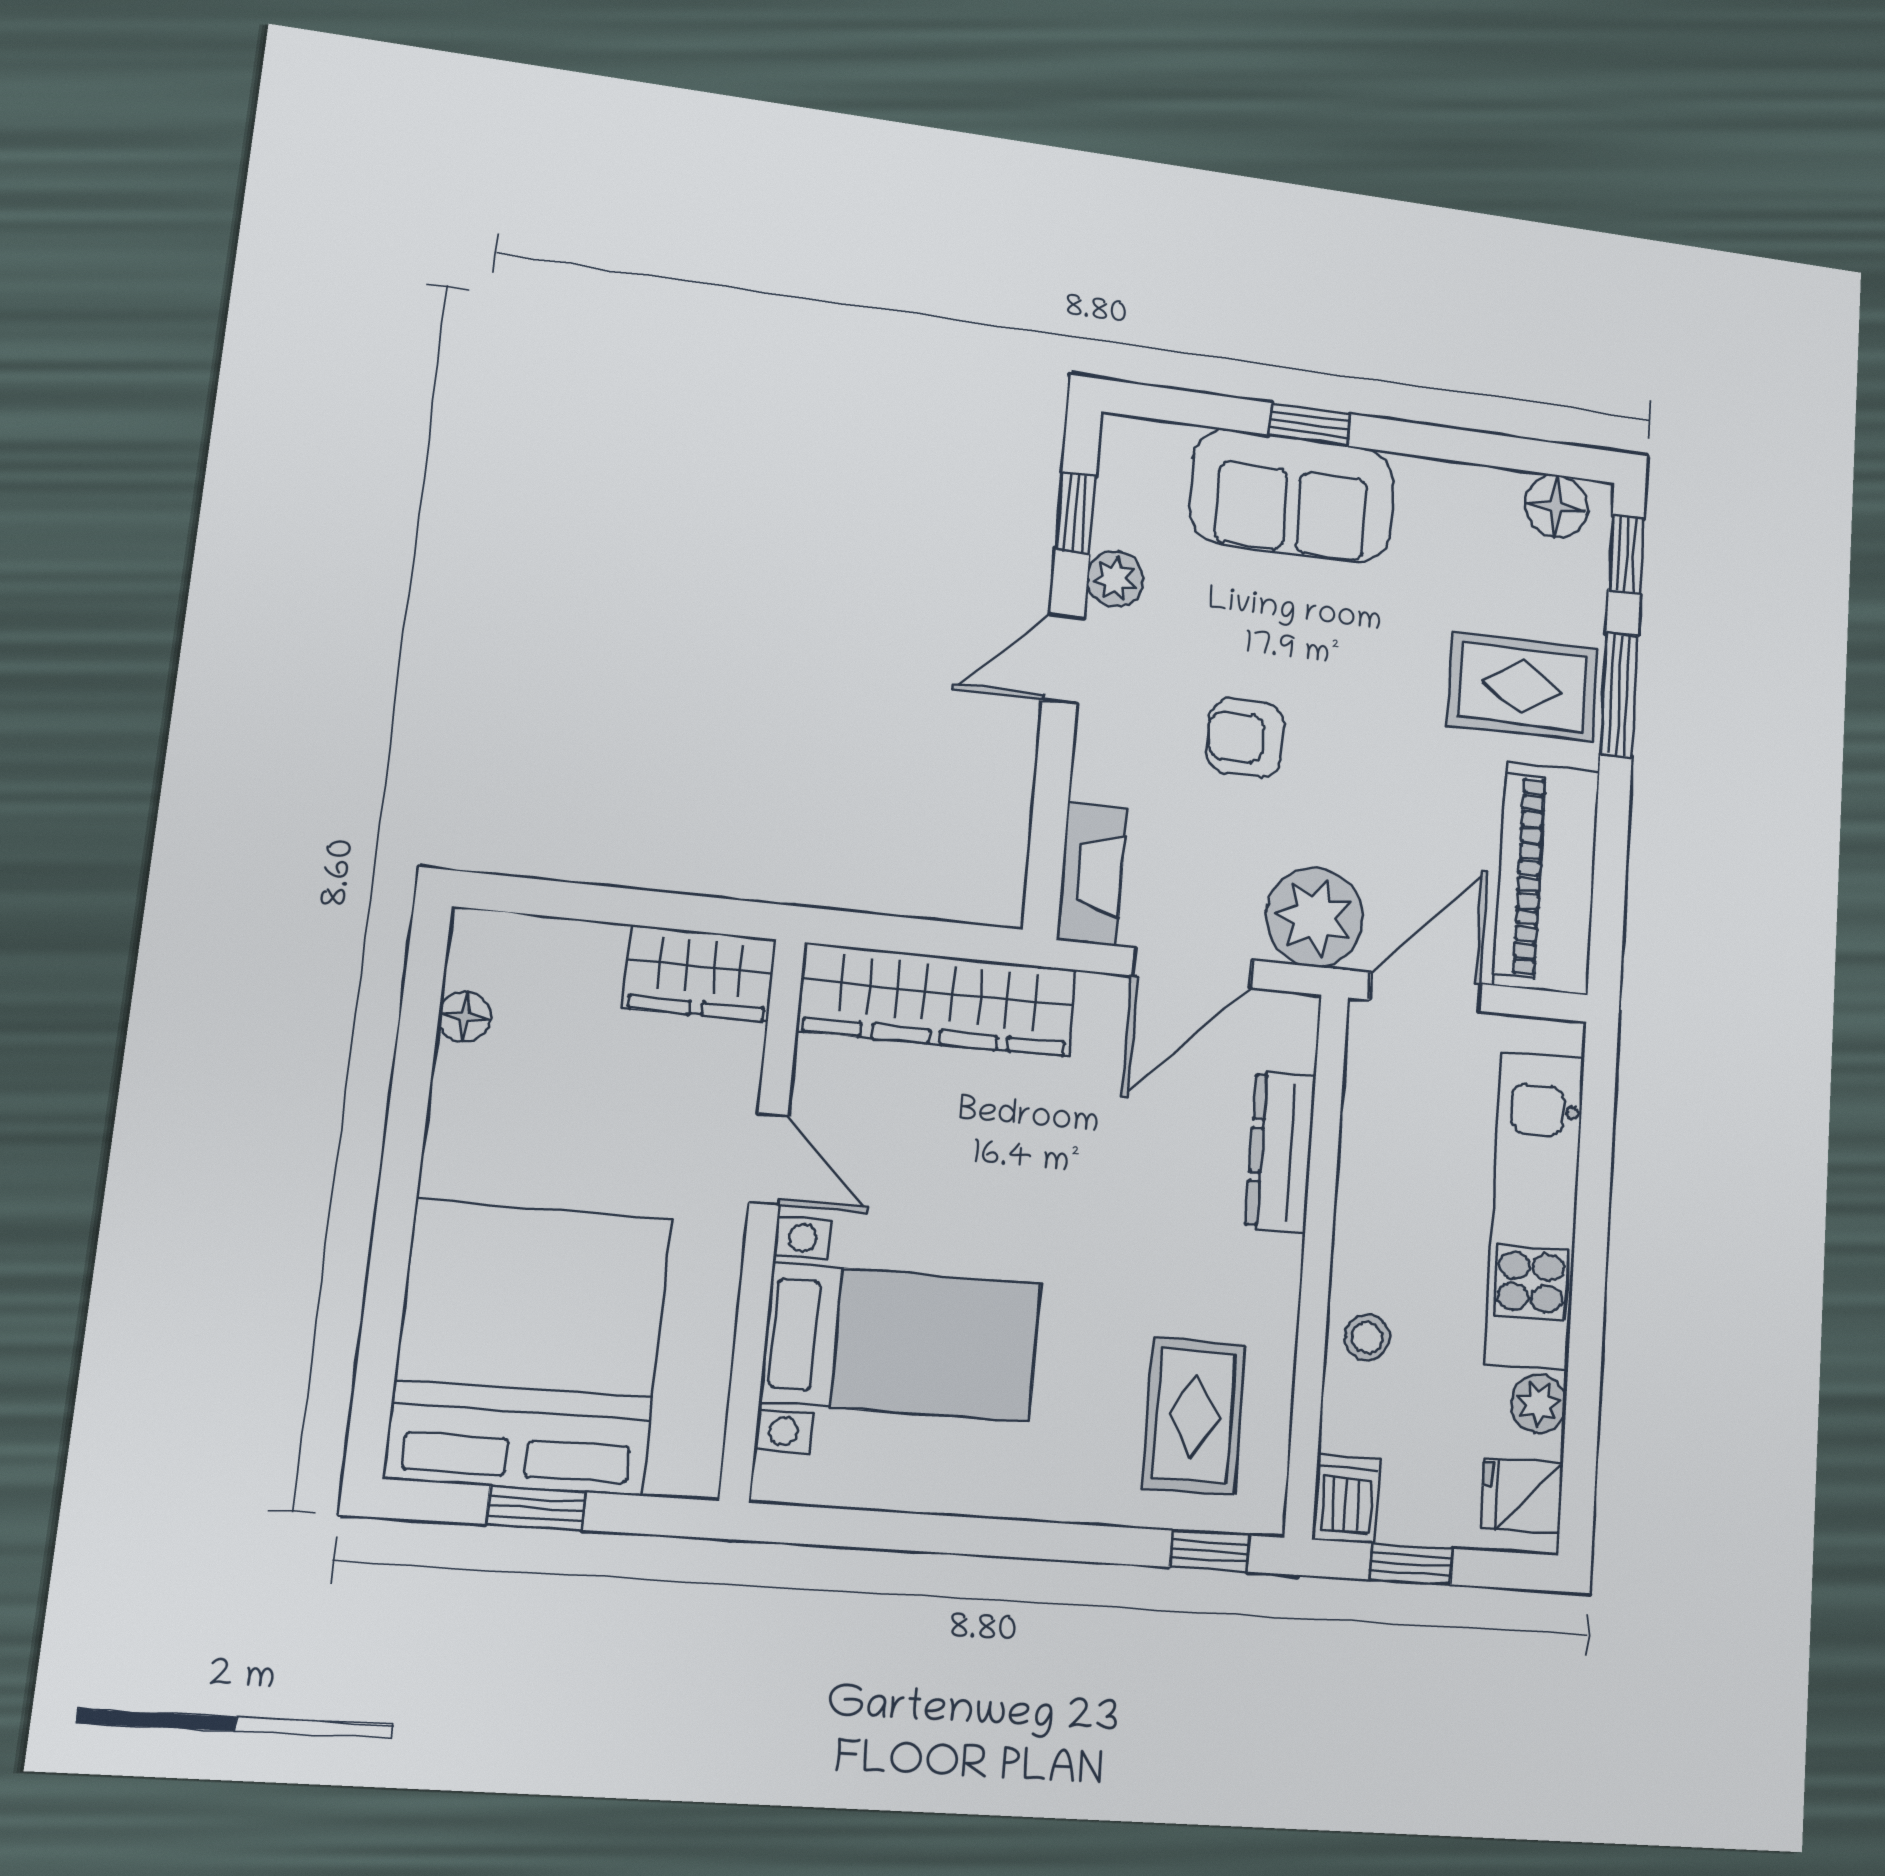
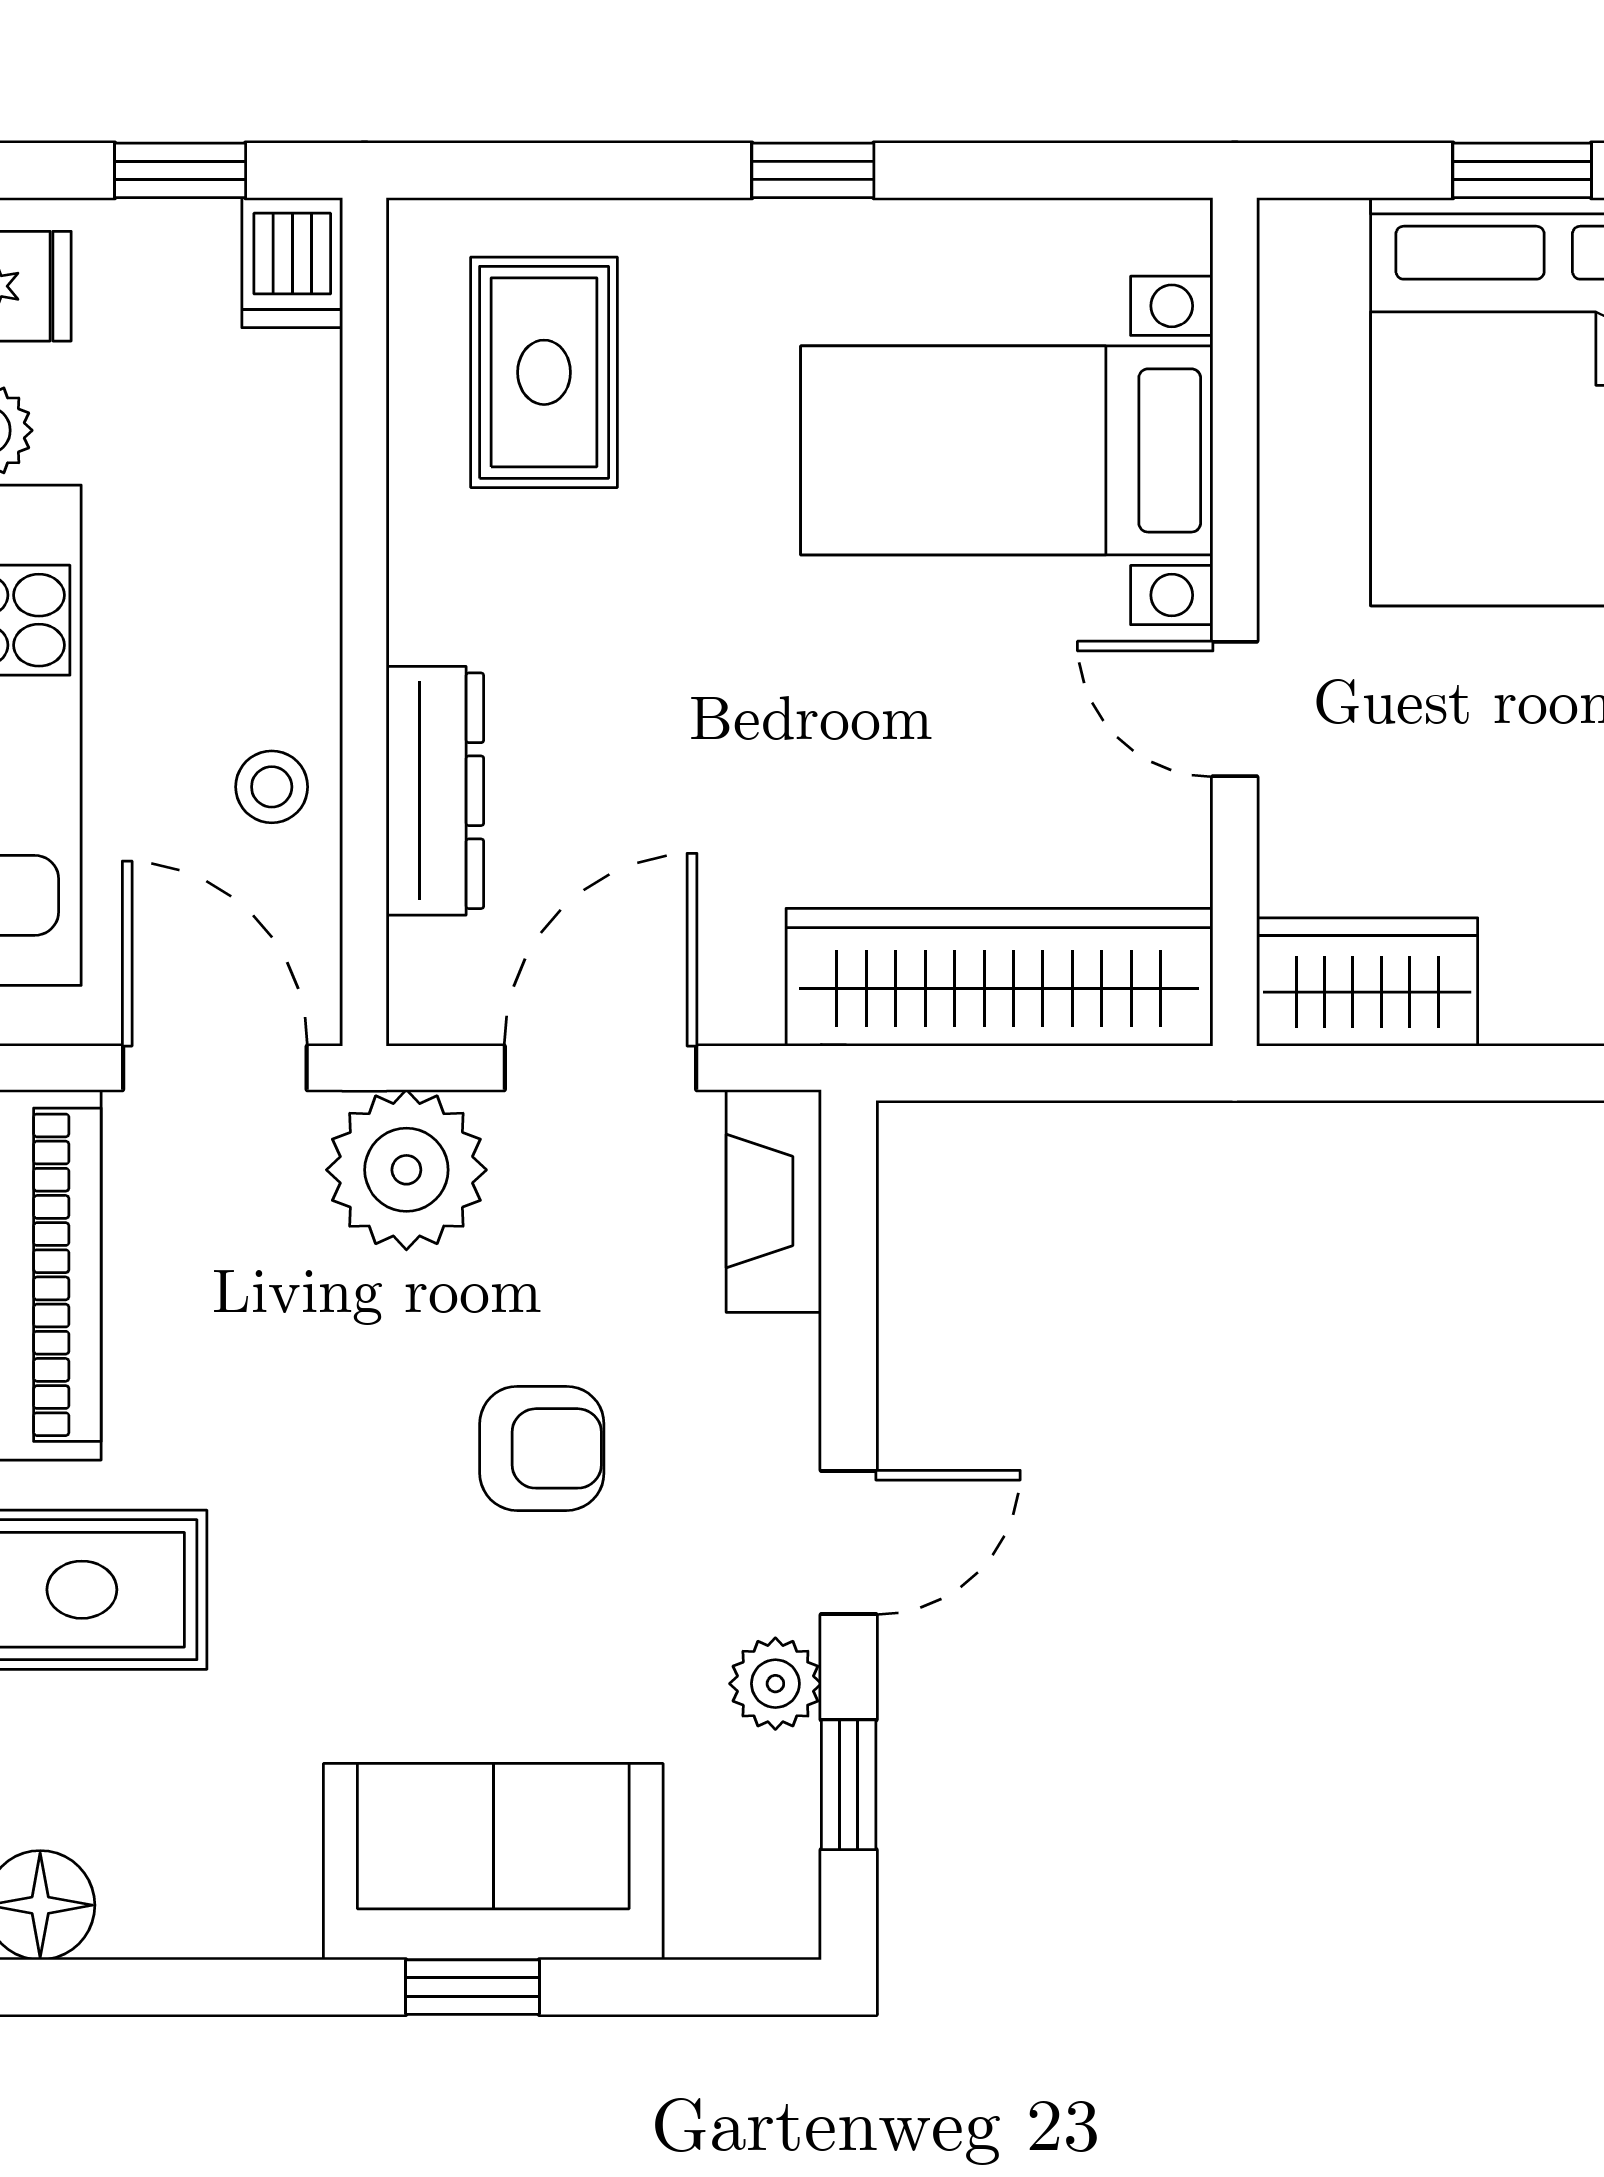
door: (1425, 992) -> (215, 1068), swing flipped
stool: (1367, 1337) -> (272, 787), moved
window: (1210, 1551) -> (813, 170), moved

